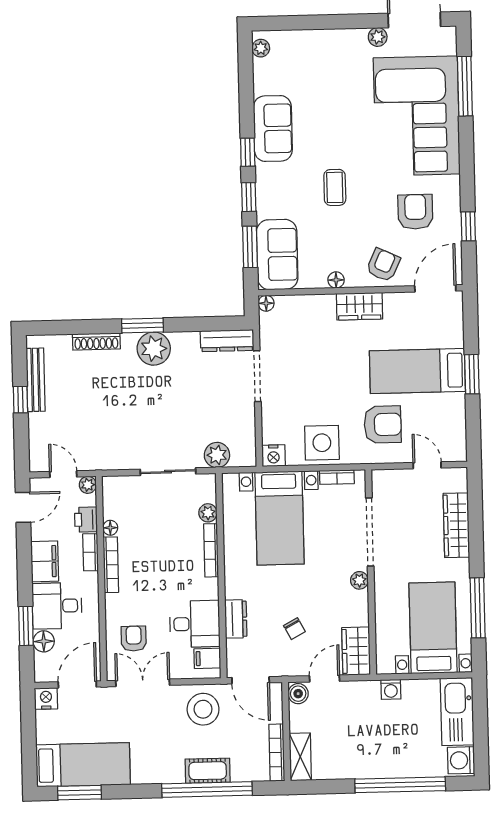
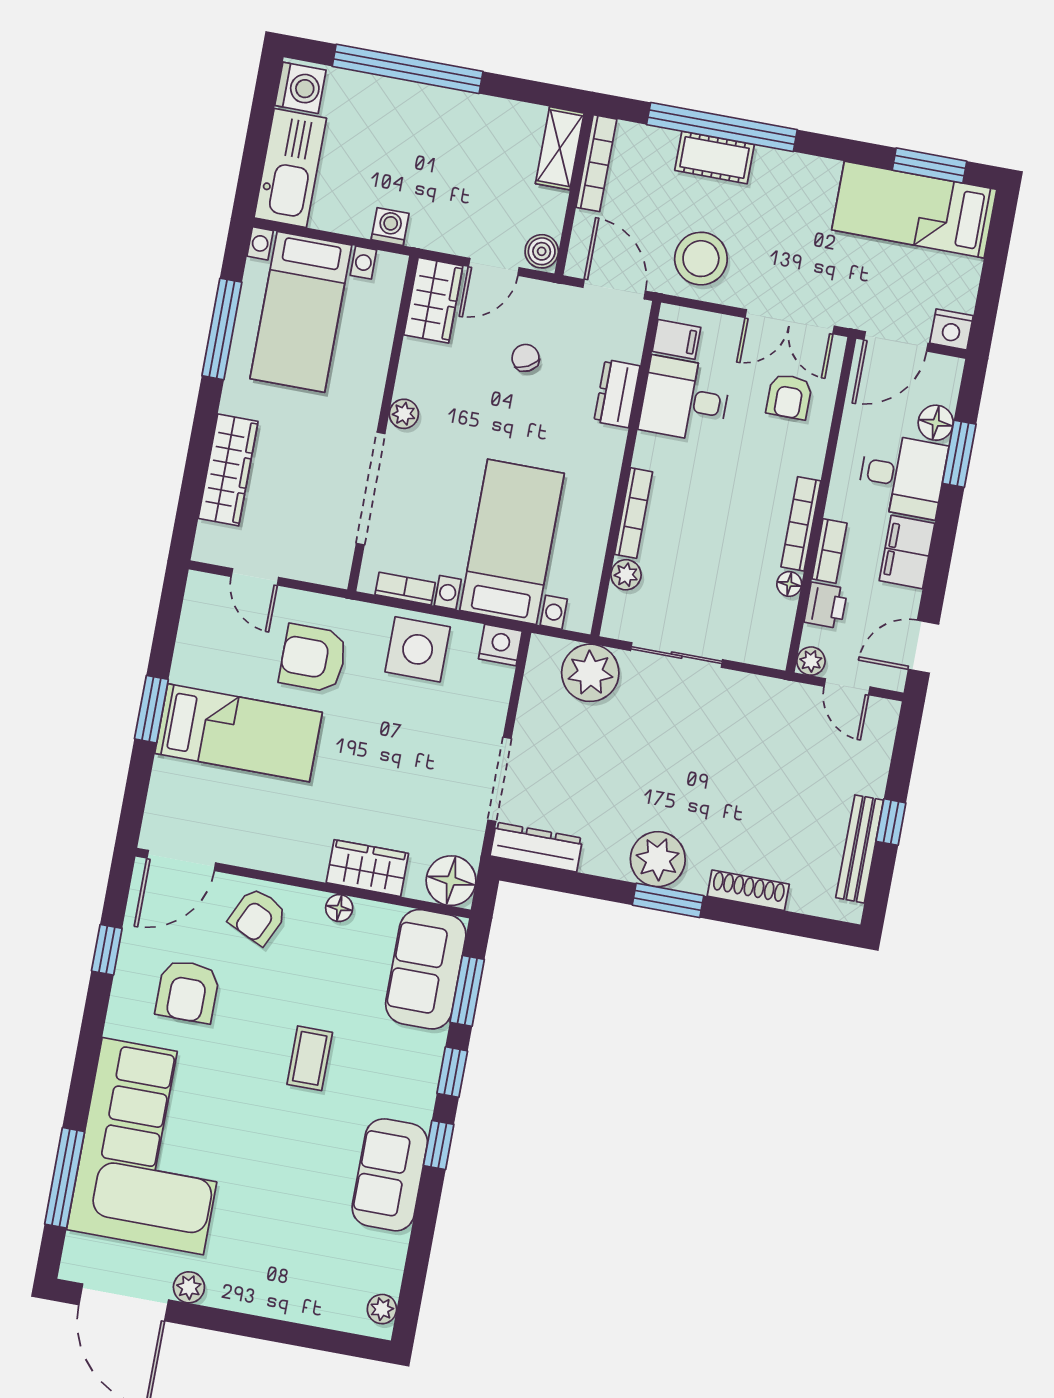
floor lamp: (266, 303) -> (451, 881), width x1.89, depth x1.89
wardrobe: (359, 306) -> (367, 868), moved
plant: (217, 455) -> (590, 673), width x1.36, depth x1.36

